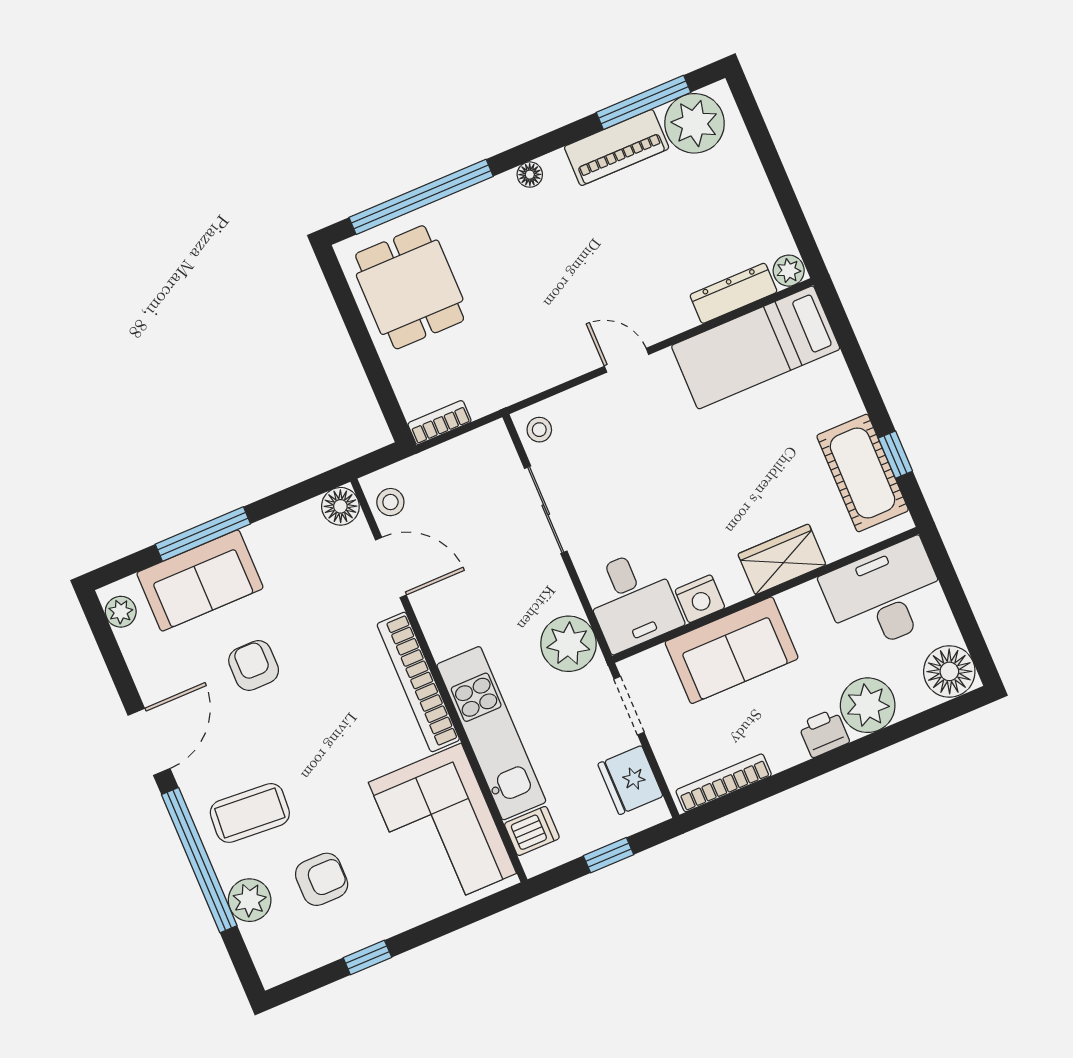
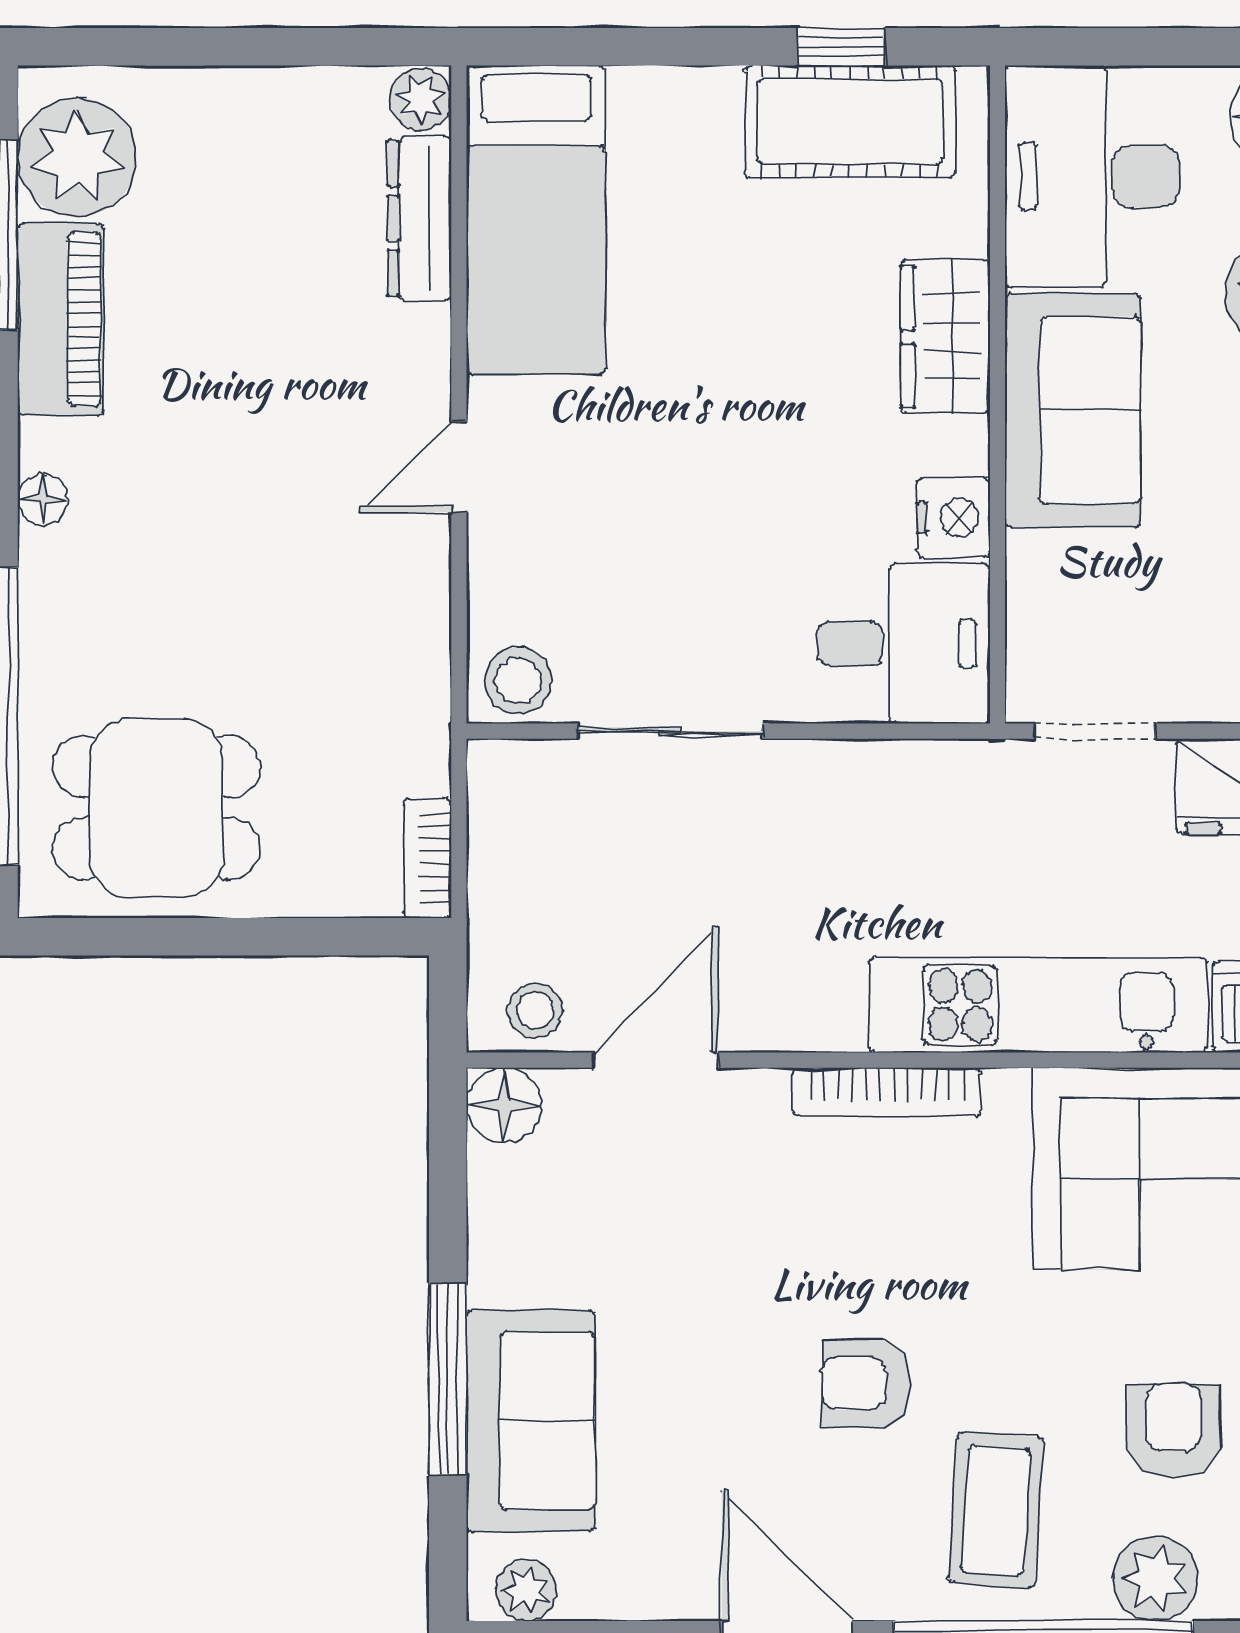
stool: (539, 430) -> (518, 681), width x1.37, depth x1.37
plant: (568, 644) -> (934, 794), removed
sofa: (732, 650) -> (1073, 410), moved
armchair: (254, 665) -> (866, 1383), moved
bookcase: (418, 682) -> (887, 1092), width x0.68, depth x0.76

